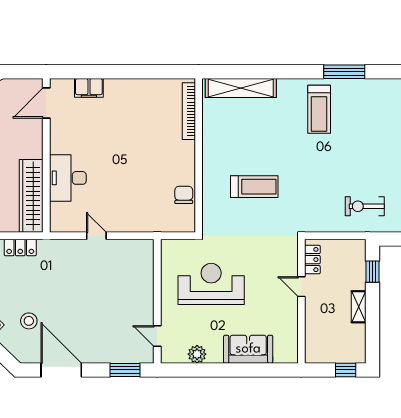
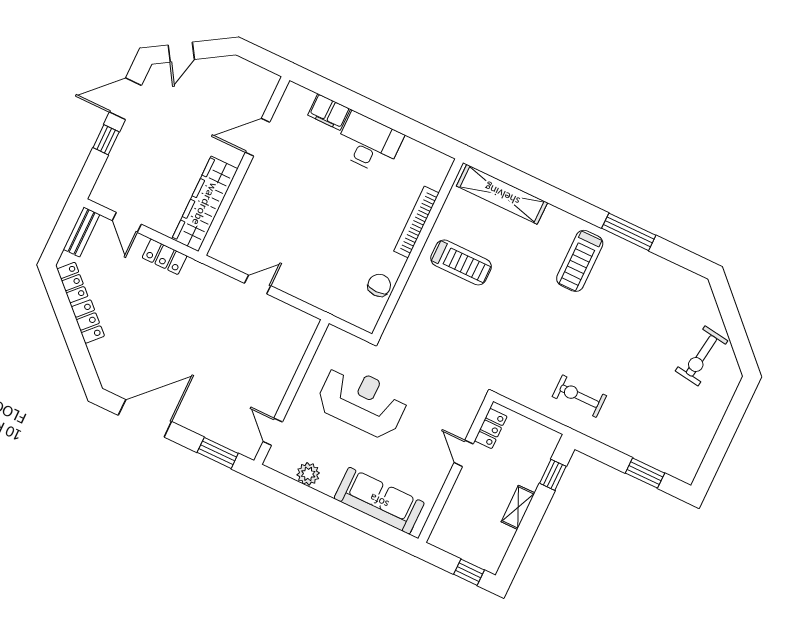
door: (46, 103) -> (258, 137), moved
bookcase: (189, 111) -> (416, 222), moved
desk: (68, 178) -> (369, 143), moved, turned 90
treadmill: (254, 187) -> (461, 262), moved
door: (96, 236) -> (258, 285), hinge flipped
stool: (29, 321) -> (135, 345), removed
sofa: (248, 349) -> (379, 501), width x1.36
door: (61, 370) -> (145, 418), hinge flipped

